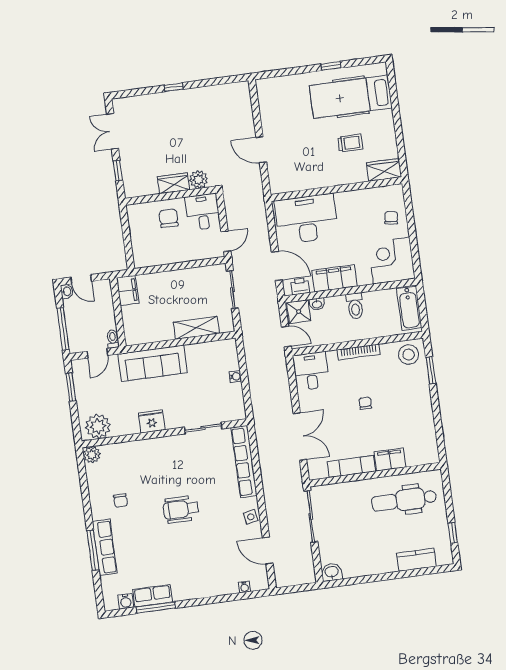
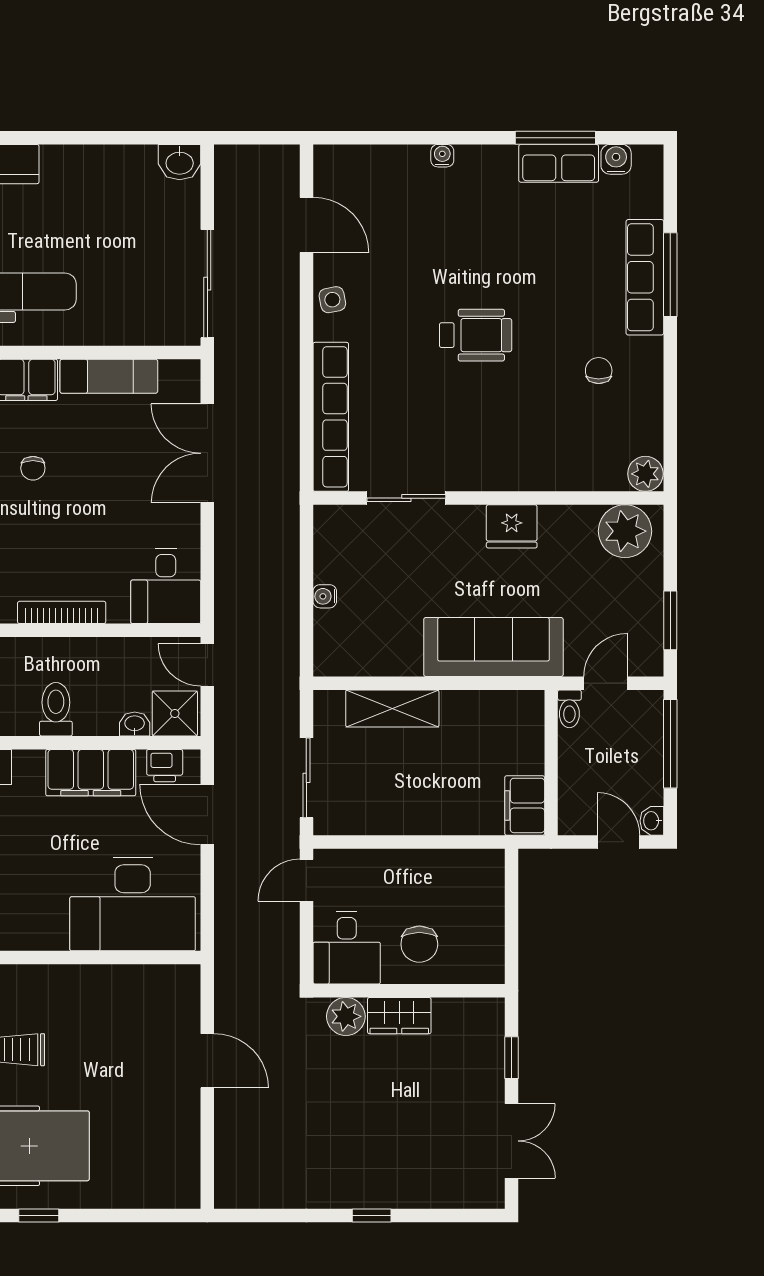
chair: (365, 403) -> (33, 468), moved
water cooler: (244, 587) -> (442, 156), moved

